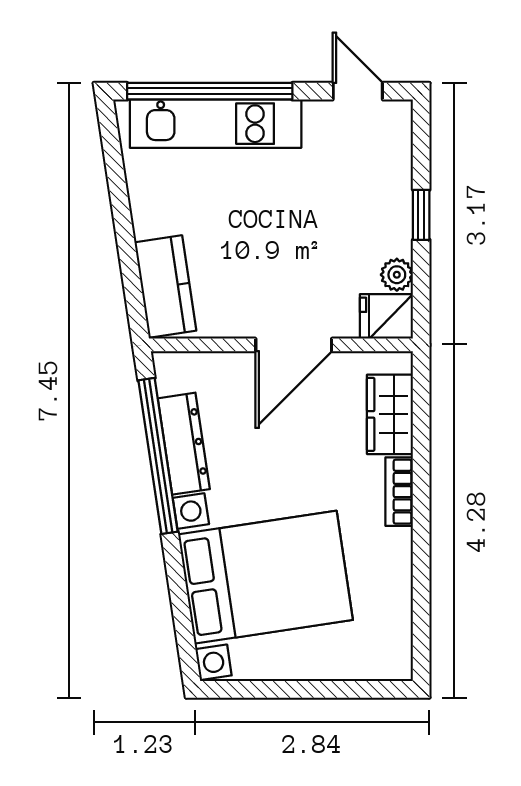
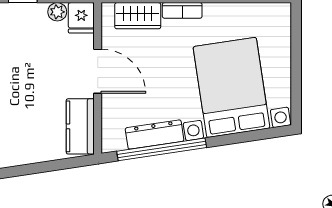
kitchen counter: (165, 287) -> (80, 126), moved, turned -81

